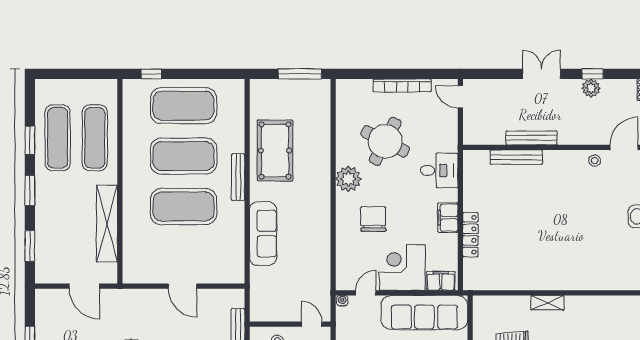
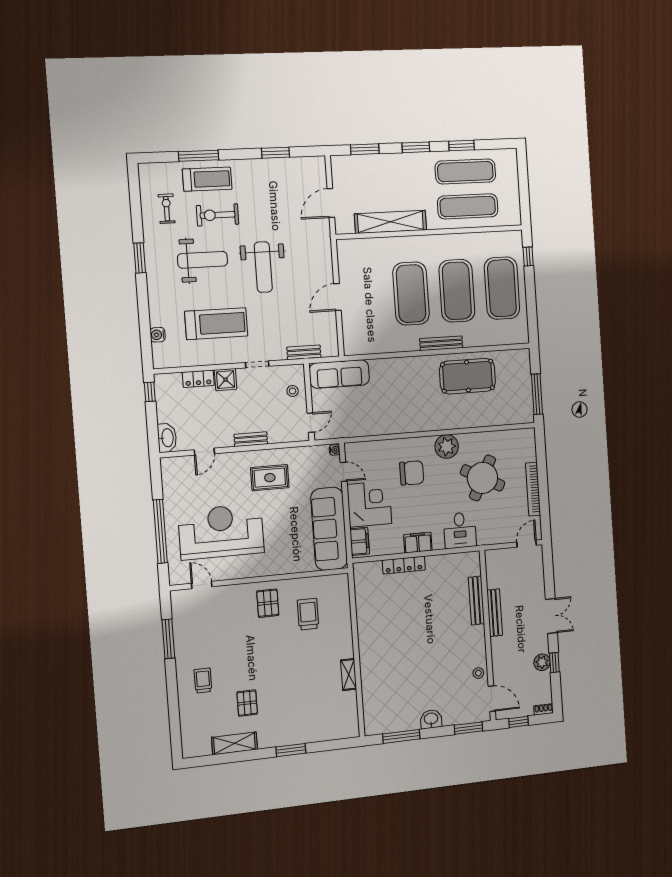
sofa: (263, 234) -> (339, 374), moved
shelving: (547, 303) -> (349, 675), moved

